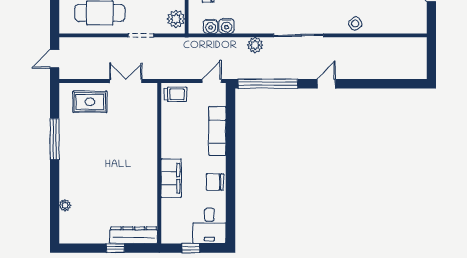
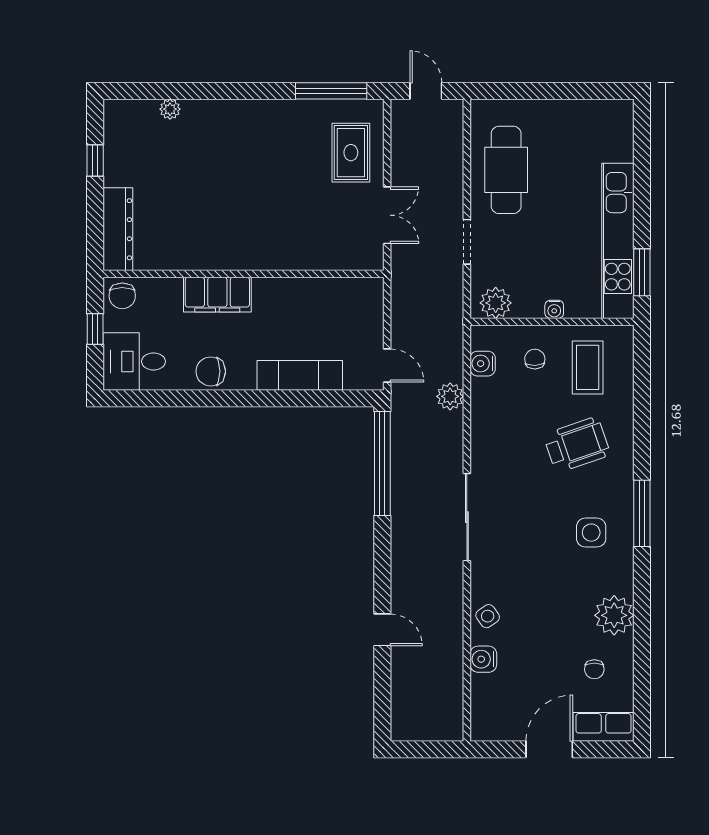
water cooler: (227, 26) -> (483, 659), moved
plant: (255, 45) -> (450, 396), moved
door: (326, 84) -> (382, 630), moved
trolley: (175, 94) -> (364, 302), removed
window: (55, 139) -> (331, 91), moved
chair: (215, 182) -> (211, 371), turned -90
chair: (172, 233) -> (122, 296), added
window: (115, 248) -> (95, 161), moved

